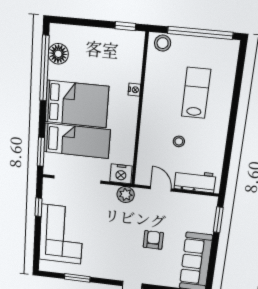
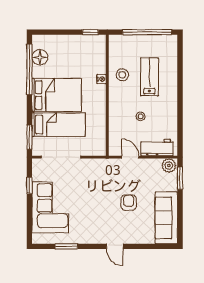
stool: (163, 43) -> (122, 75), moved
nightstand: (121, 174) -> (97, 148), removed
plant: (126, 195) -> (169, 165), moved

